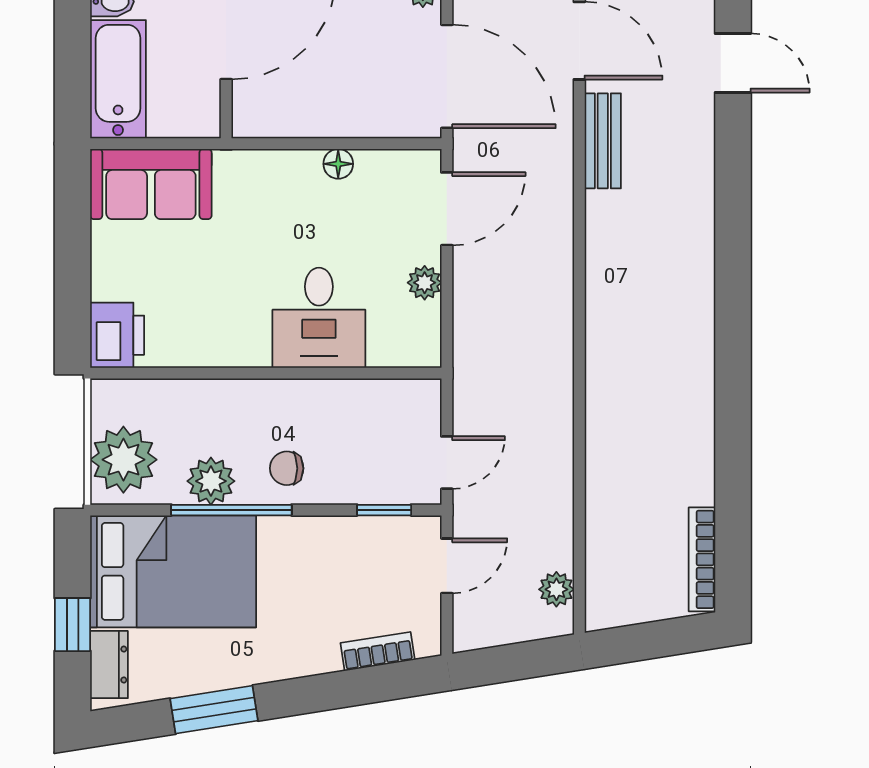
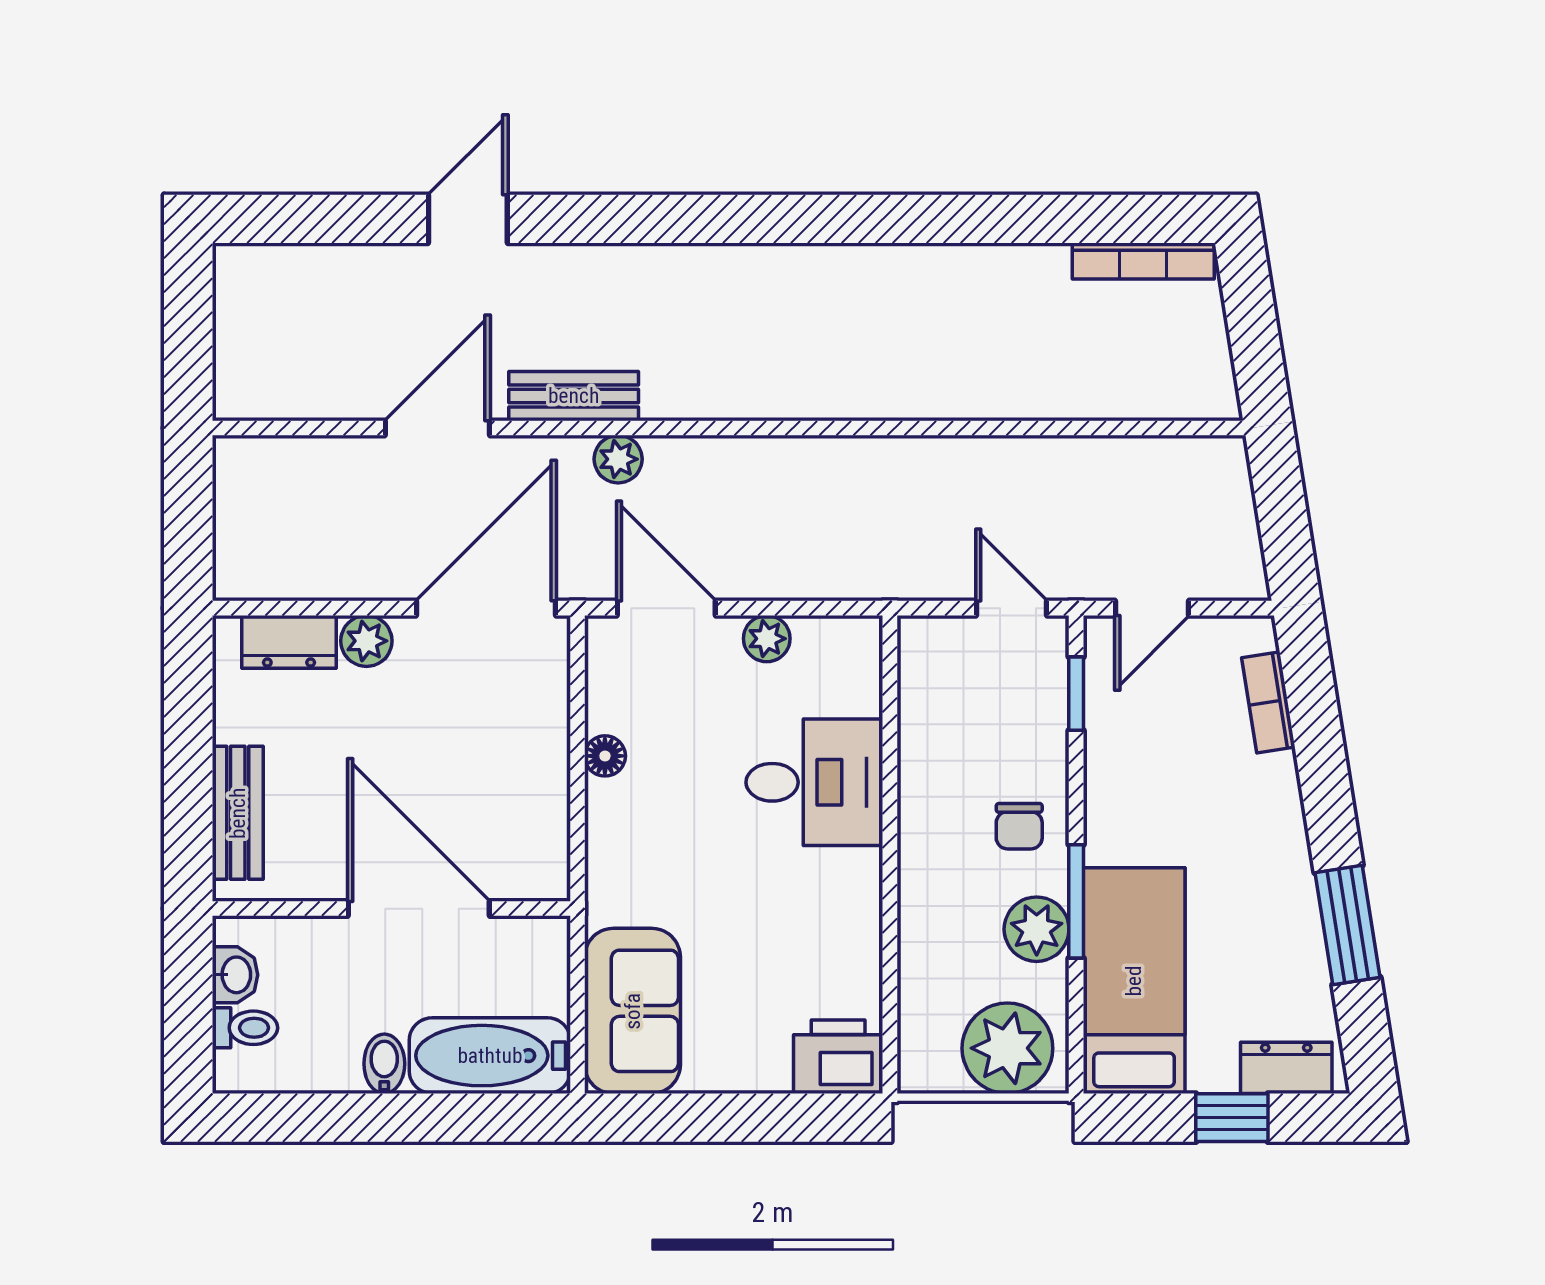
window: (231, 510) -> (1076, 901), width x0.69
door: (447, 566) -> (1152, 608), swing flipped
bed: (173, 571) -> (1134, 981), width x0.67
plant: (556, 589) -> (618, 459), moved

